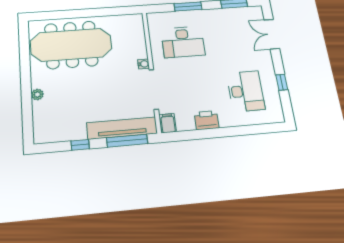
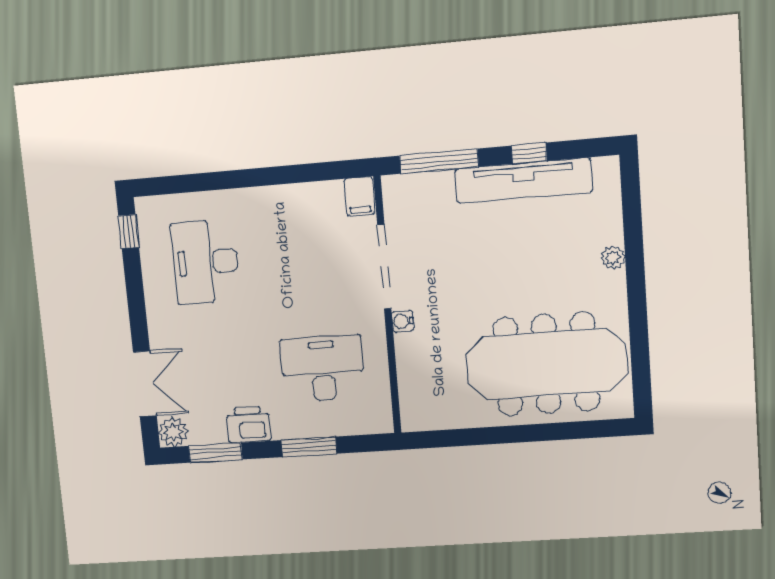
plant: (256, 13) -> (173, 432), added
window: (282, 82) -> (129, 231), moved
printer: (207, 120) -> (248, 425), moved, turned 180
tv unit: (122, 128) -> (524, 180), moved

